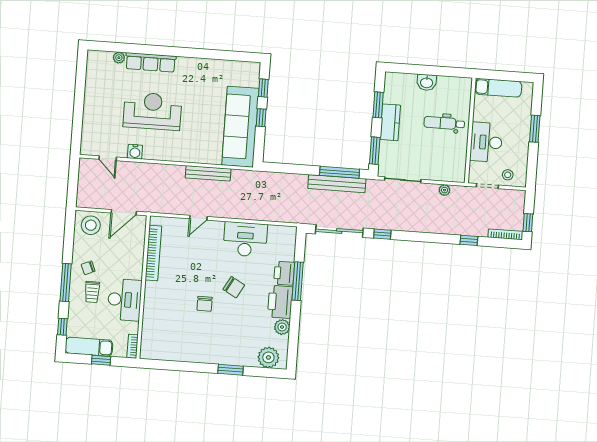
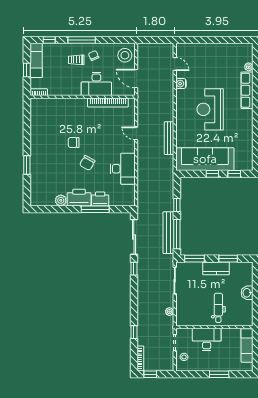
reception desk: (152, 111) -> (210, 109), moved, turned 180
door: (108, 158) -> (175, 64), swing flipped
window: (300, 169) -> (177, 205), added
desk: (124, 300) -> (96, 84), moved
plant: (268, 357) -> (38, 192), removed

